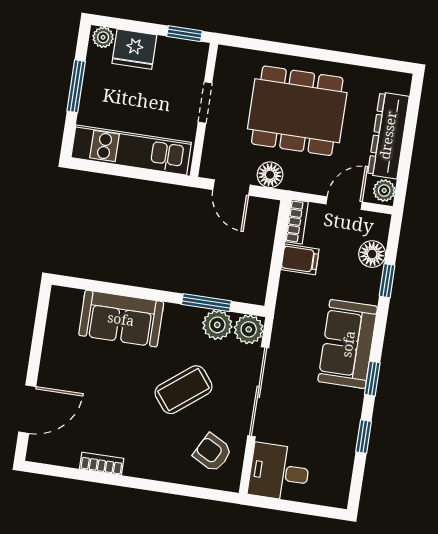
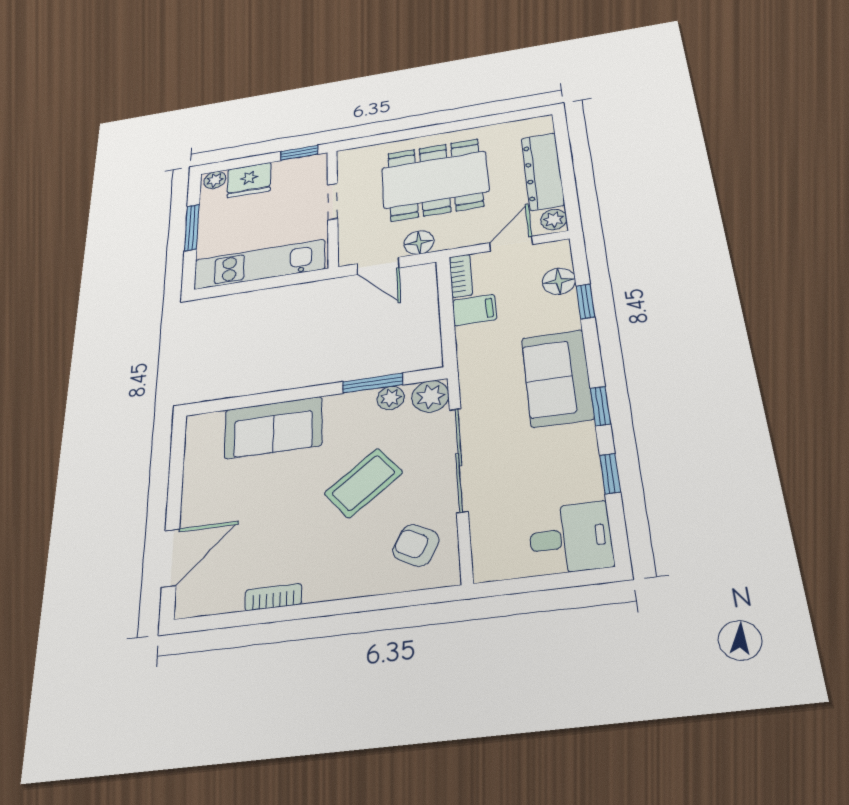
plant: (217, 325) -> (391, 398), width x0.73, depth x0.73
desk: (279, 472) -> (571, 538), moved, turned 180

